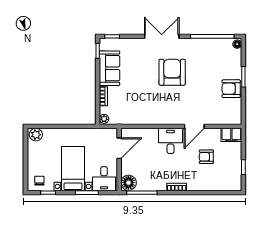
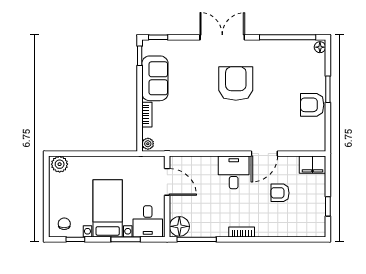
door: (119, 148) -> (167, 182), hinge flipped

